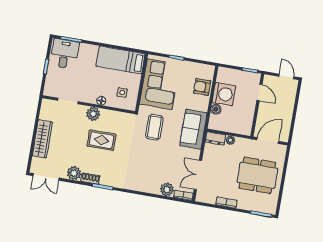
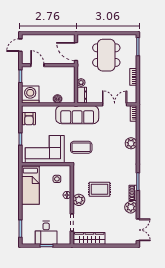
desk: (64, 54) -> (46, 233), moved, turned -90
armchair: (202, 87) -> (29, 119), moved
door: (260, 92) -> (37, 65), hinge flipped
washing machine: (224, 94) -> (30, 95), moved
sofa: (193, 129) -> (77, 115), width x1.36
wardrobe: (42, 139) -> (89, 238), moved
rug: (101, 140) -> (100, 189), turned 90
double door: (198, 175) -> (115, 104), swing flipped
plant: (167, 189) -> (131, 143), moved

